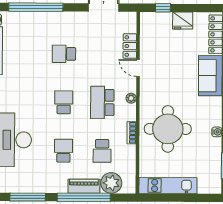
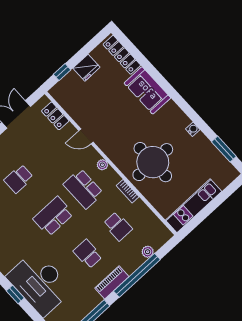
locker: (130, 46) -> (55, 116), moved
school desk: (64, 102) -> (53, 216), width x1.85
plant: (111, 183) -> (148, 252), width x0.53, depth x0.53
piano: (84, 186) -> (112, 282), moved

